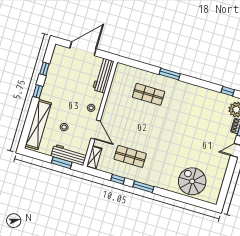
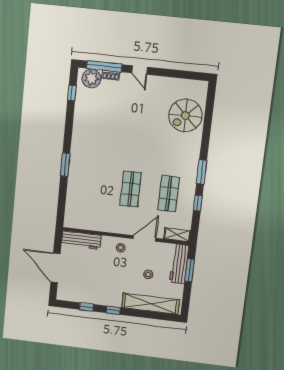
shop shelf: (149, 94) -> (131, 189), moved

